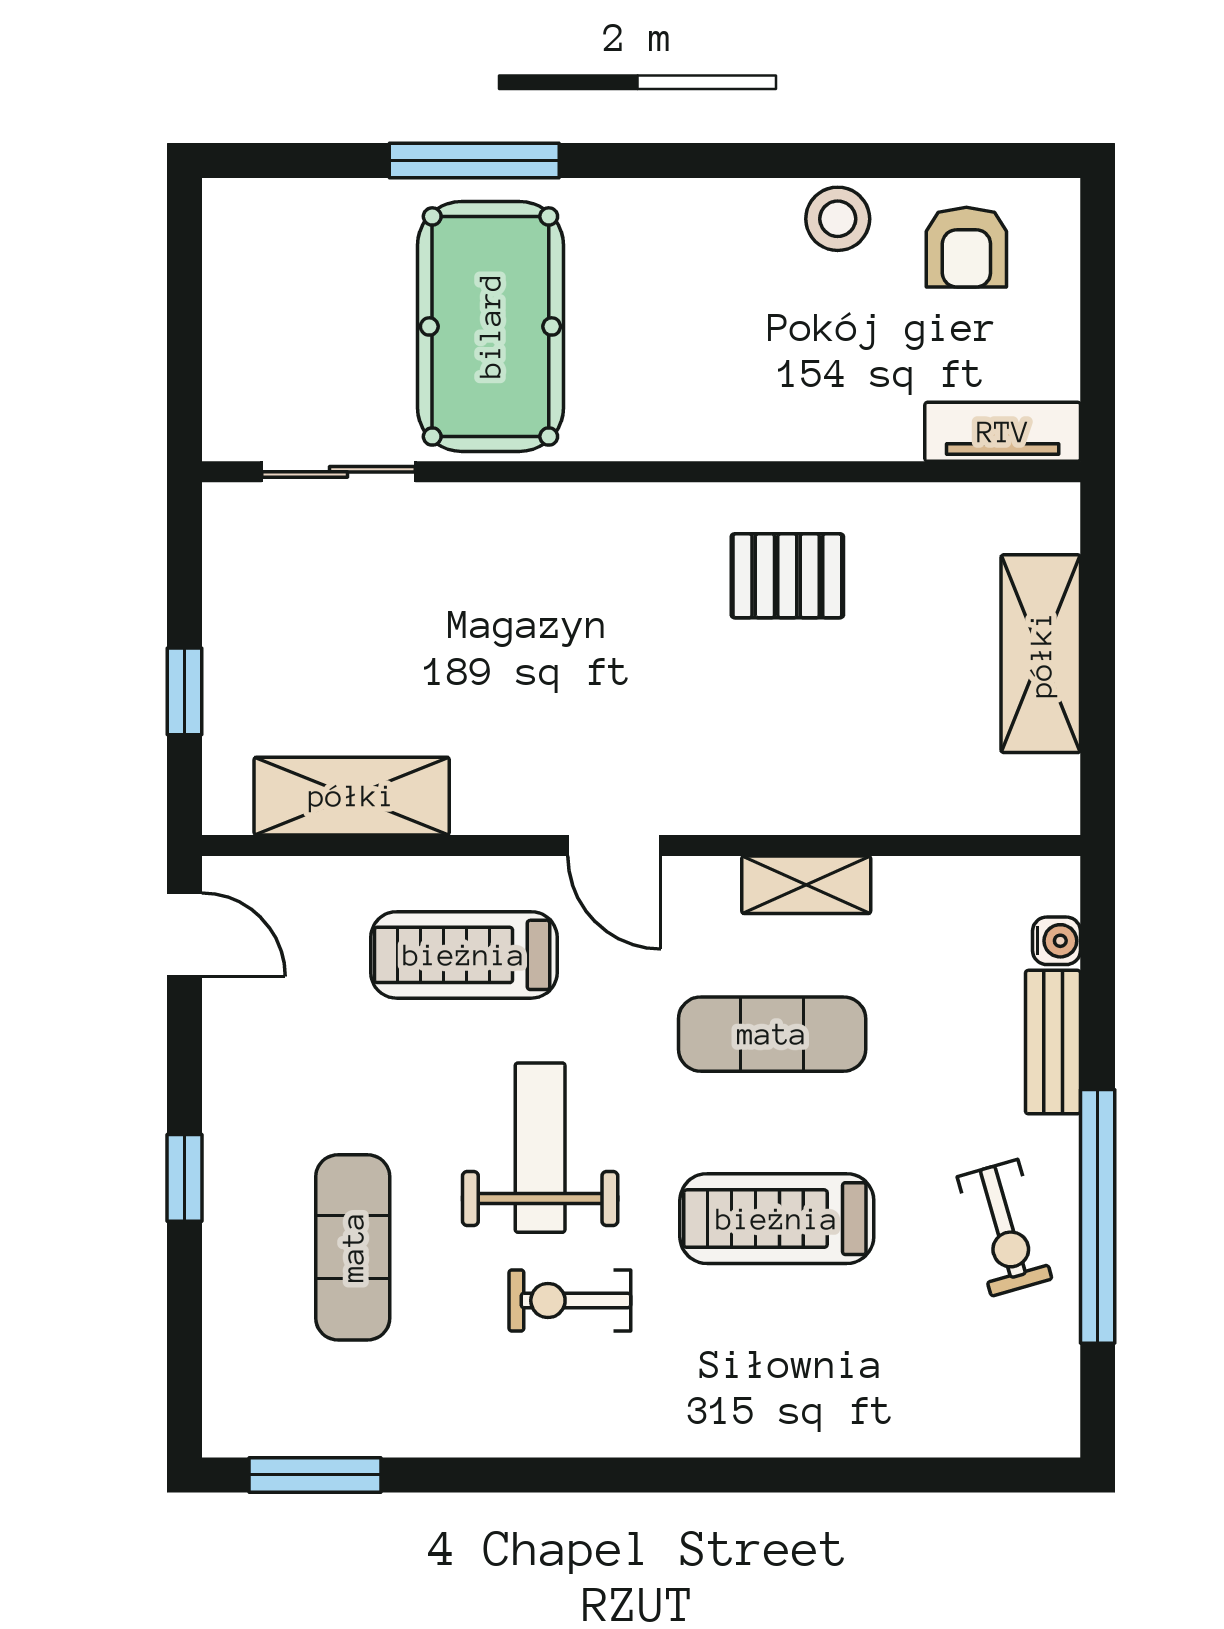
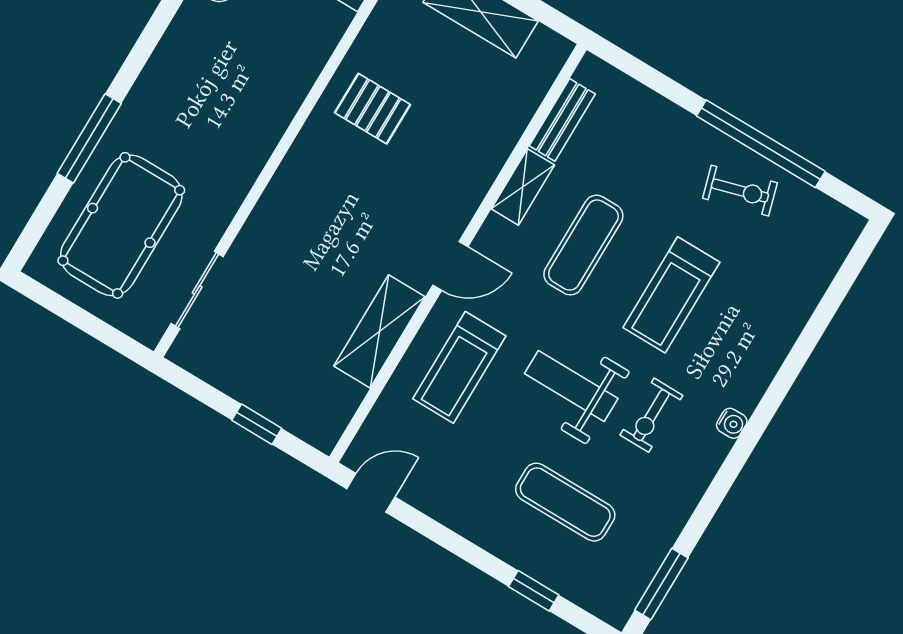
pool table: (490, 326) -> (121, 225), moved, turned 90
pallet: (787, 576) -> (373, 109), turned 90
shelving: (352, 796) -> (379, 331), moved
water cooler: (1056, 941) -> (732, 423), moved, turned 90
bench: (1053, 1042) -> (562, 120), moved, turned 90
window: (184, 1178) -> (534, 591), moved

